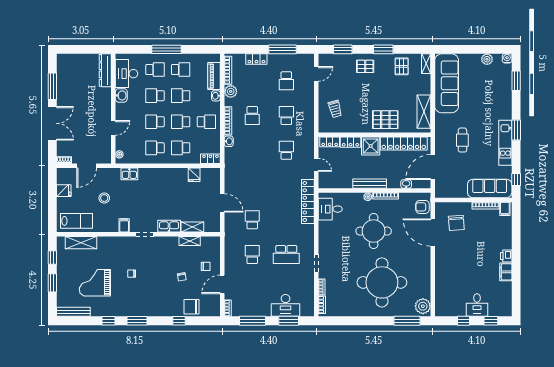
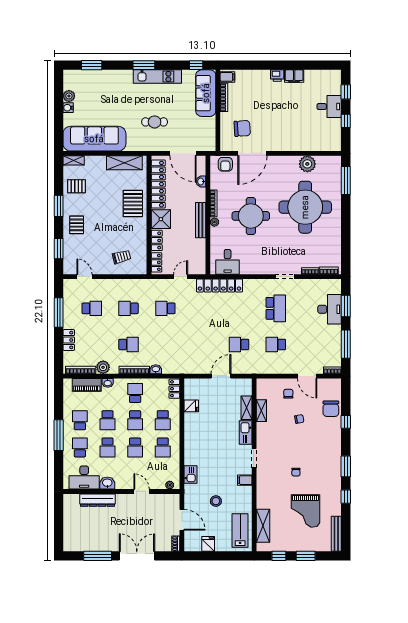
water cooler: (507, 58) -> (68, 108), moved
dresser: (105, 70) -> (97, 500), moved
plant: (423, 306) -> (307, 164), moved

